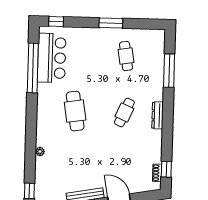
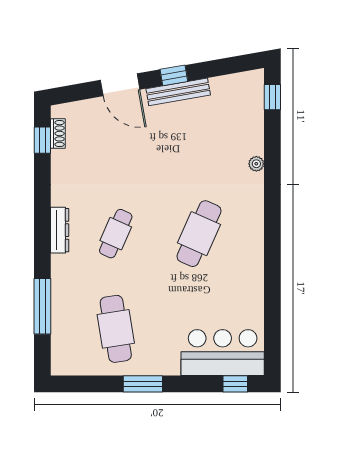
cafe table: (126, 56) -> (116, 329), width x1.37, depth x1.35
bar counter: (52, 58) -> (223, 353), moved, turned 90
window: (33, 68) -> (272, 304), removed
cafe table: (75, 111) -> (199, 234), turned 33

